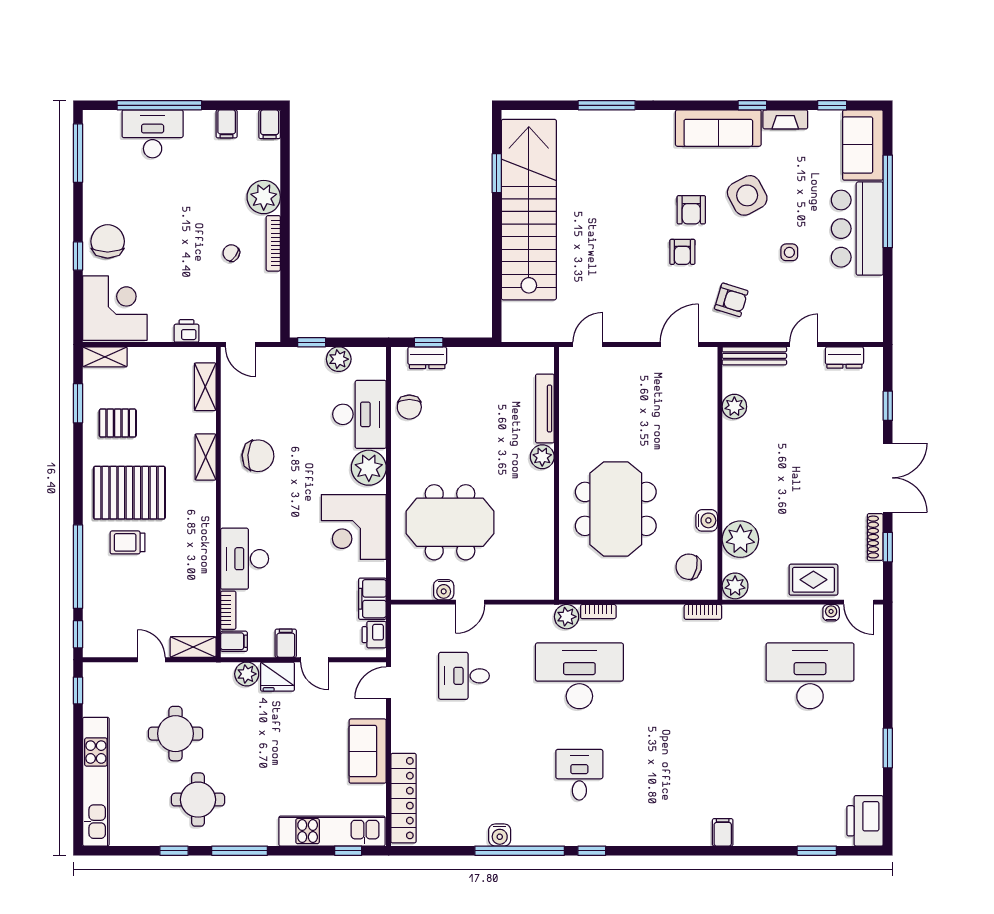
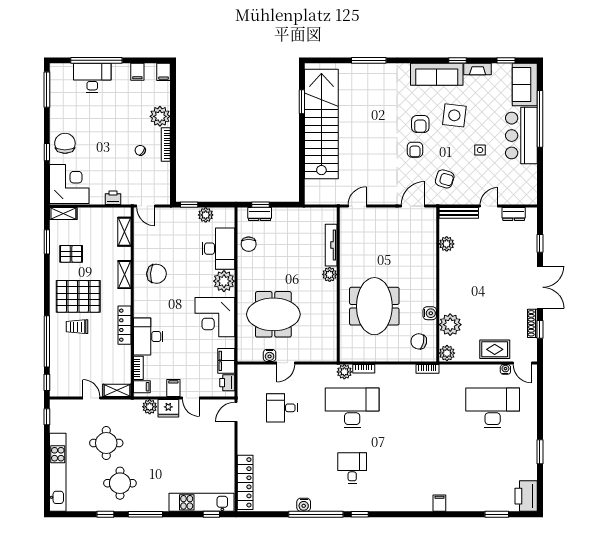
side table: (747, 195) -> (454, 115), turned 35
locker: (205, 540) -> (125, 325), added
sofa: (368, 751) -> (223, 454), removed

